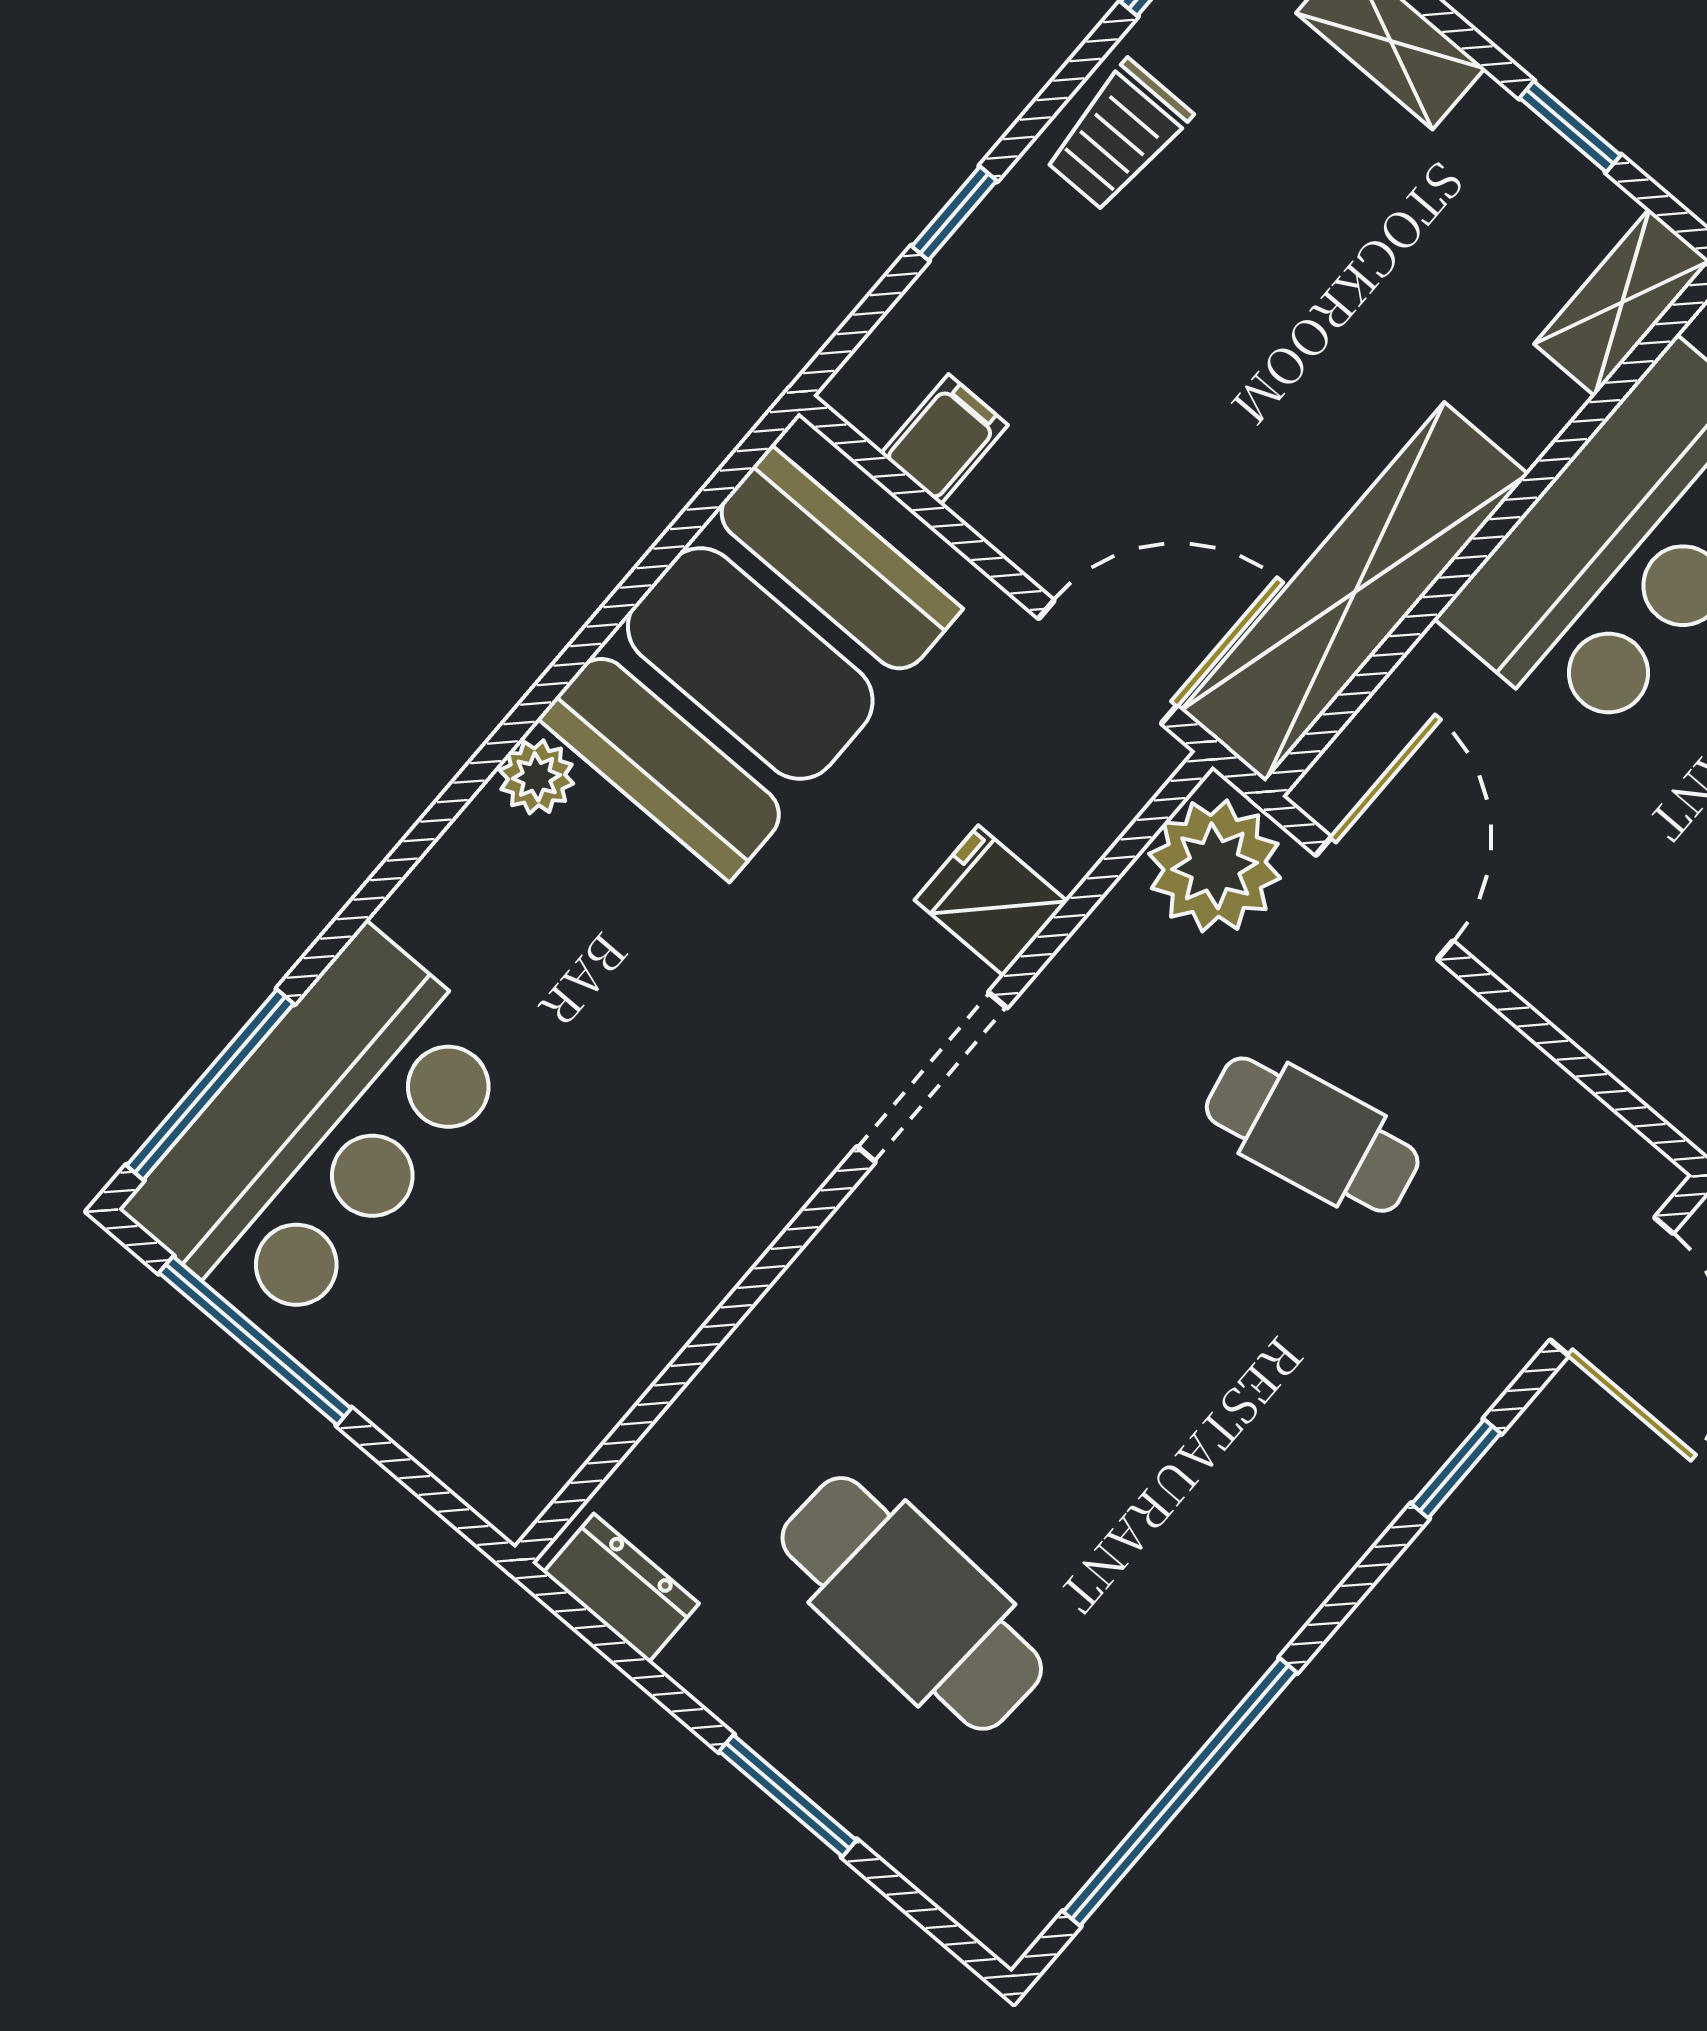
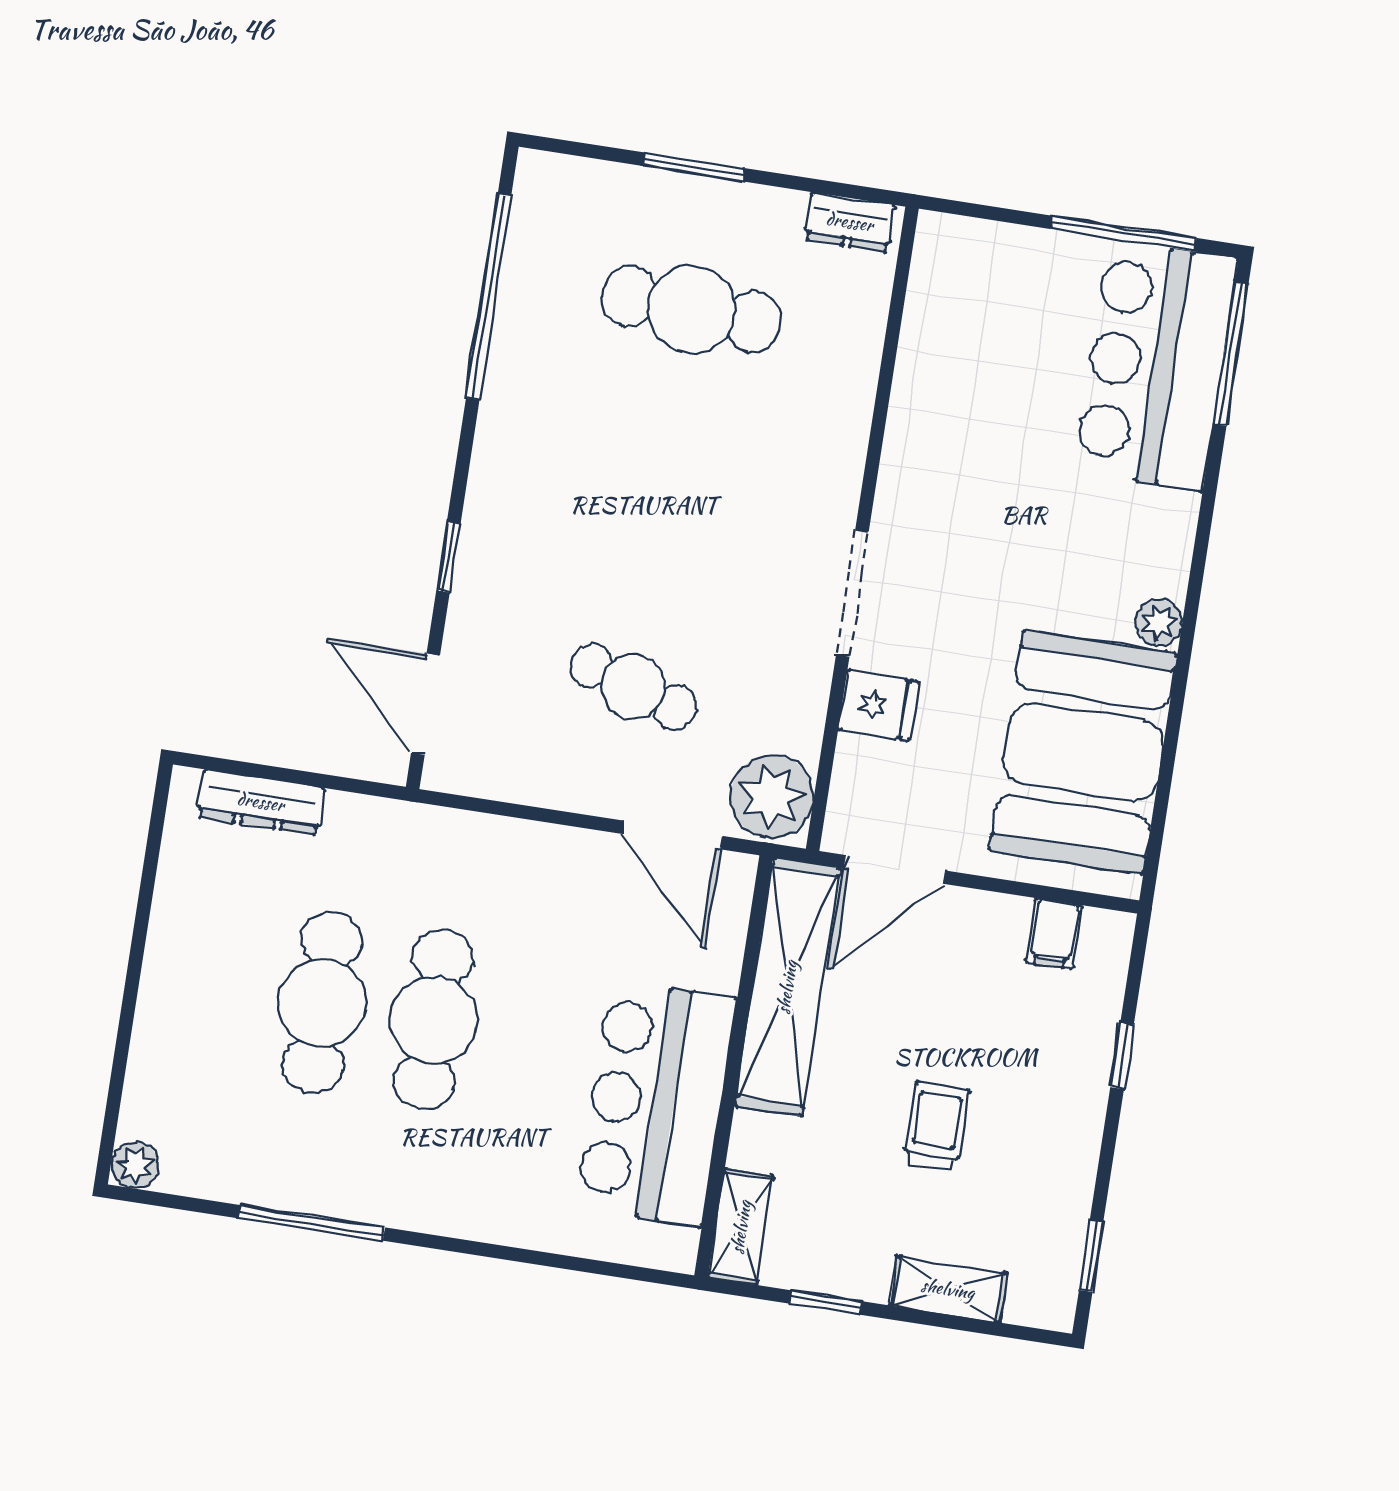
trolley: (1118, 136) -> (936, 1126), moved
cafe table: (1312, 1135) -> (633, 687), turned 30

